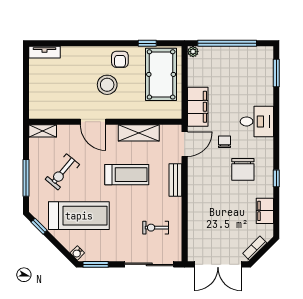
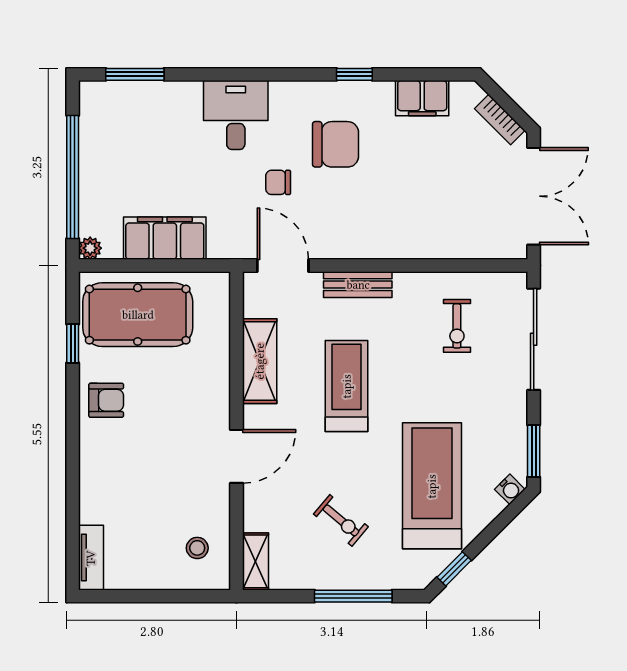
stool: (107, 85) -> (197, 548), moved, width x0.53, depth x0.53
filing cabinet: (198, 107) -> (165, 238), moved
exercise bike: (62, 172) -> (341, 520), width x0.73, depth x0.72

